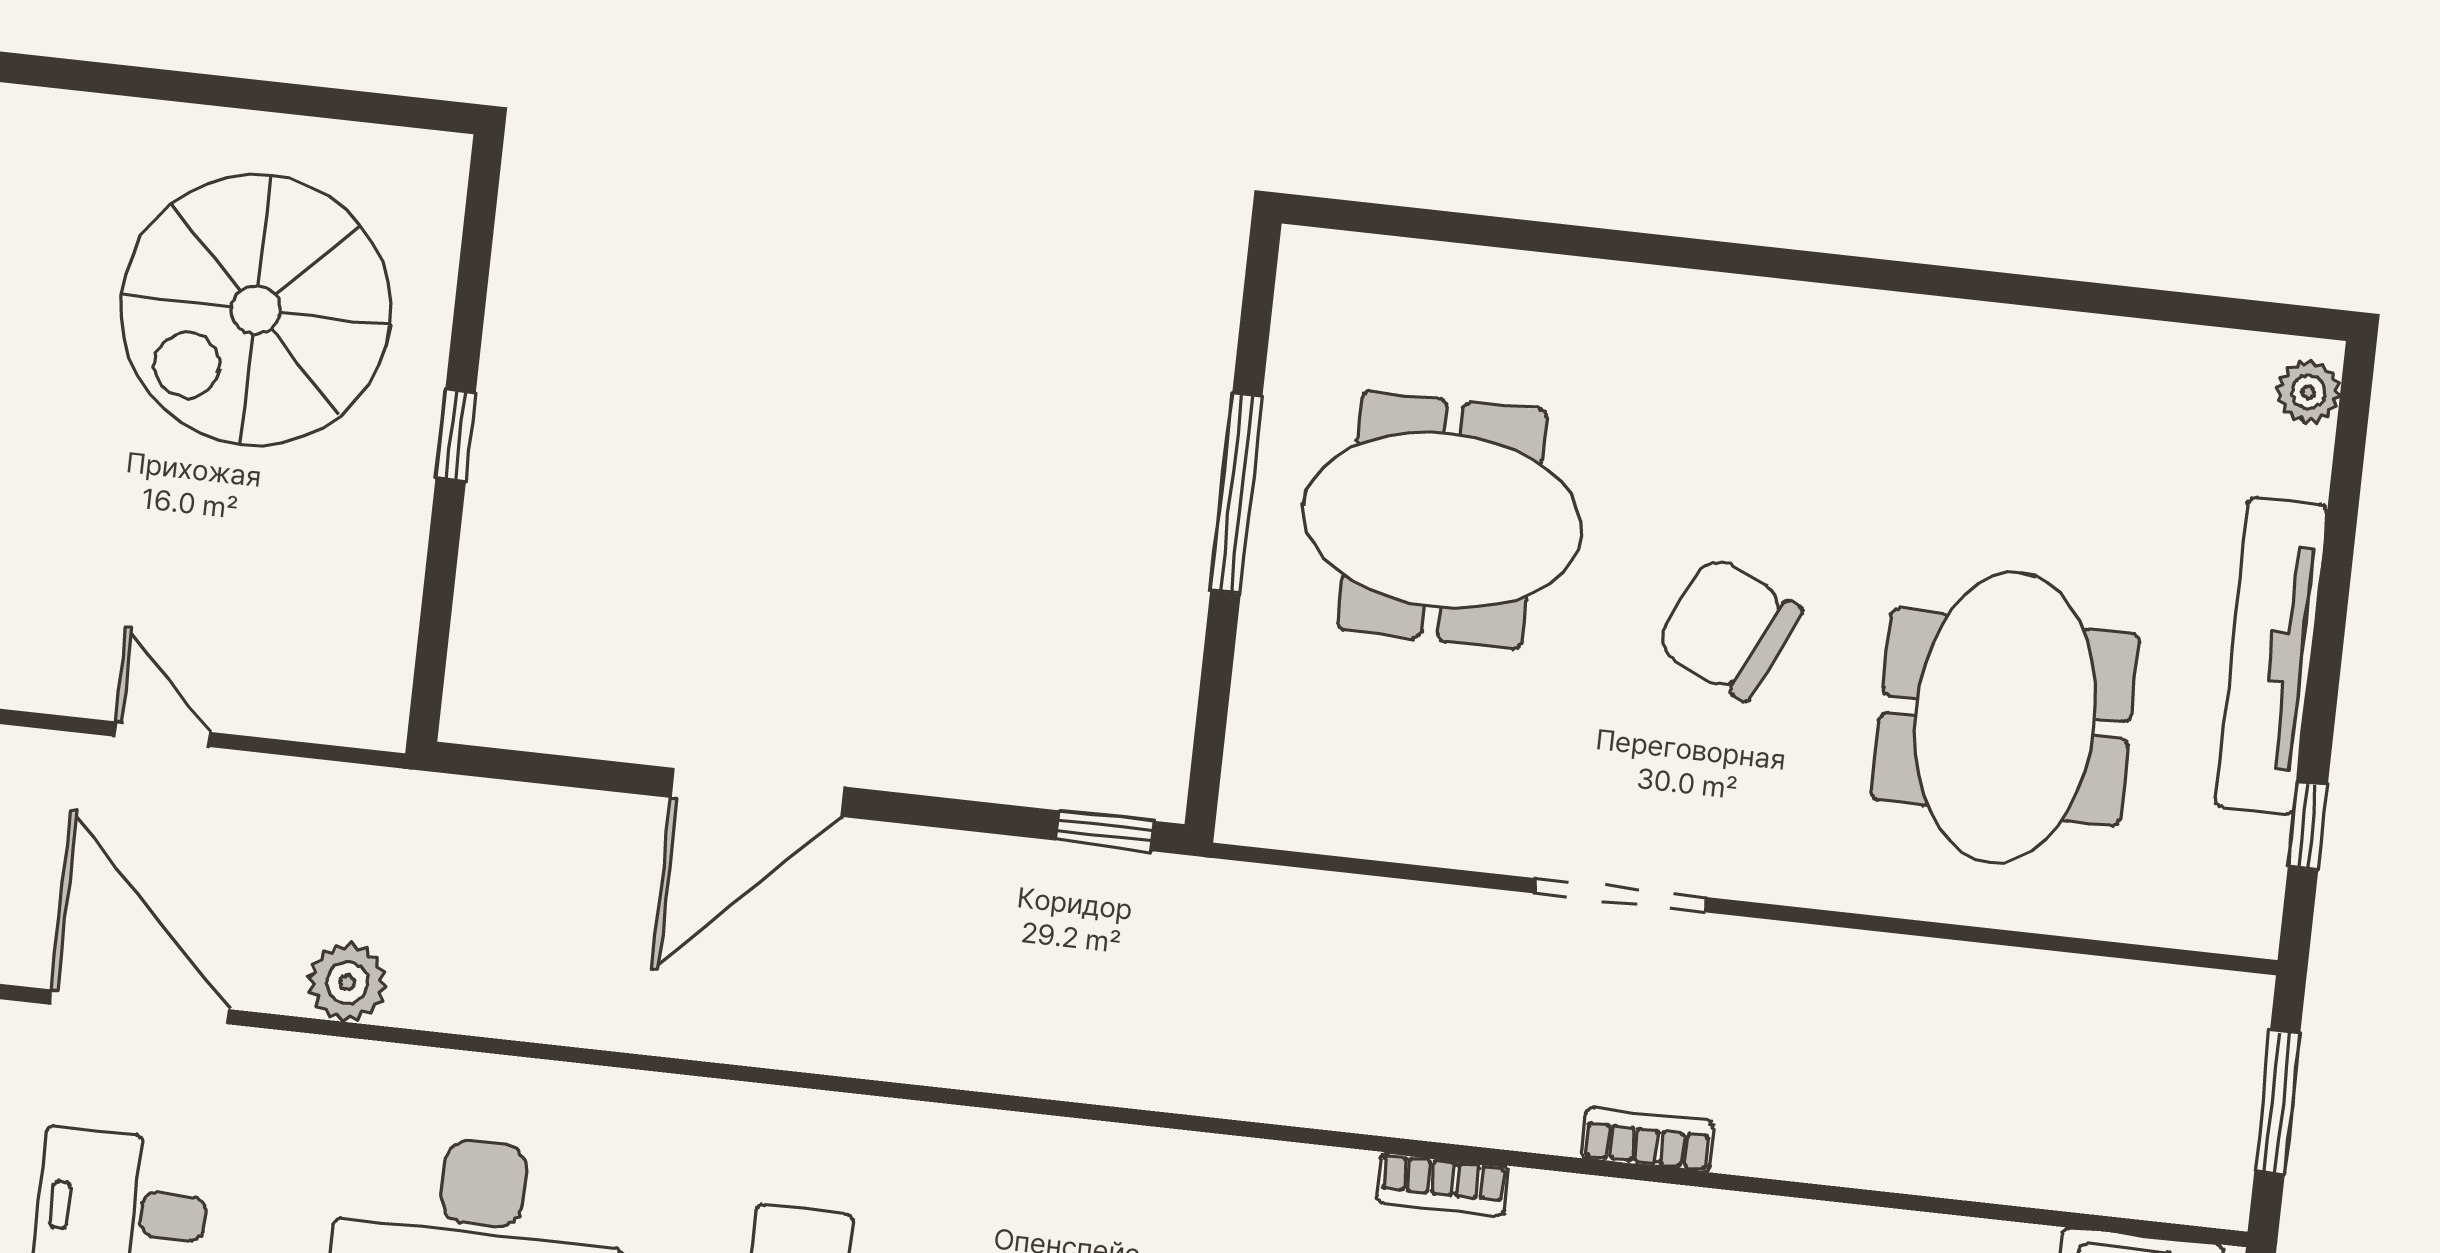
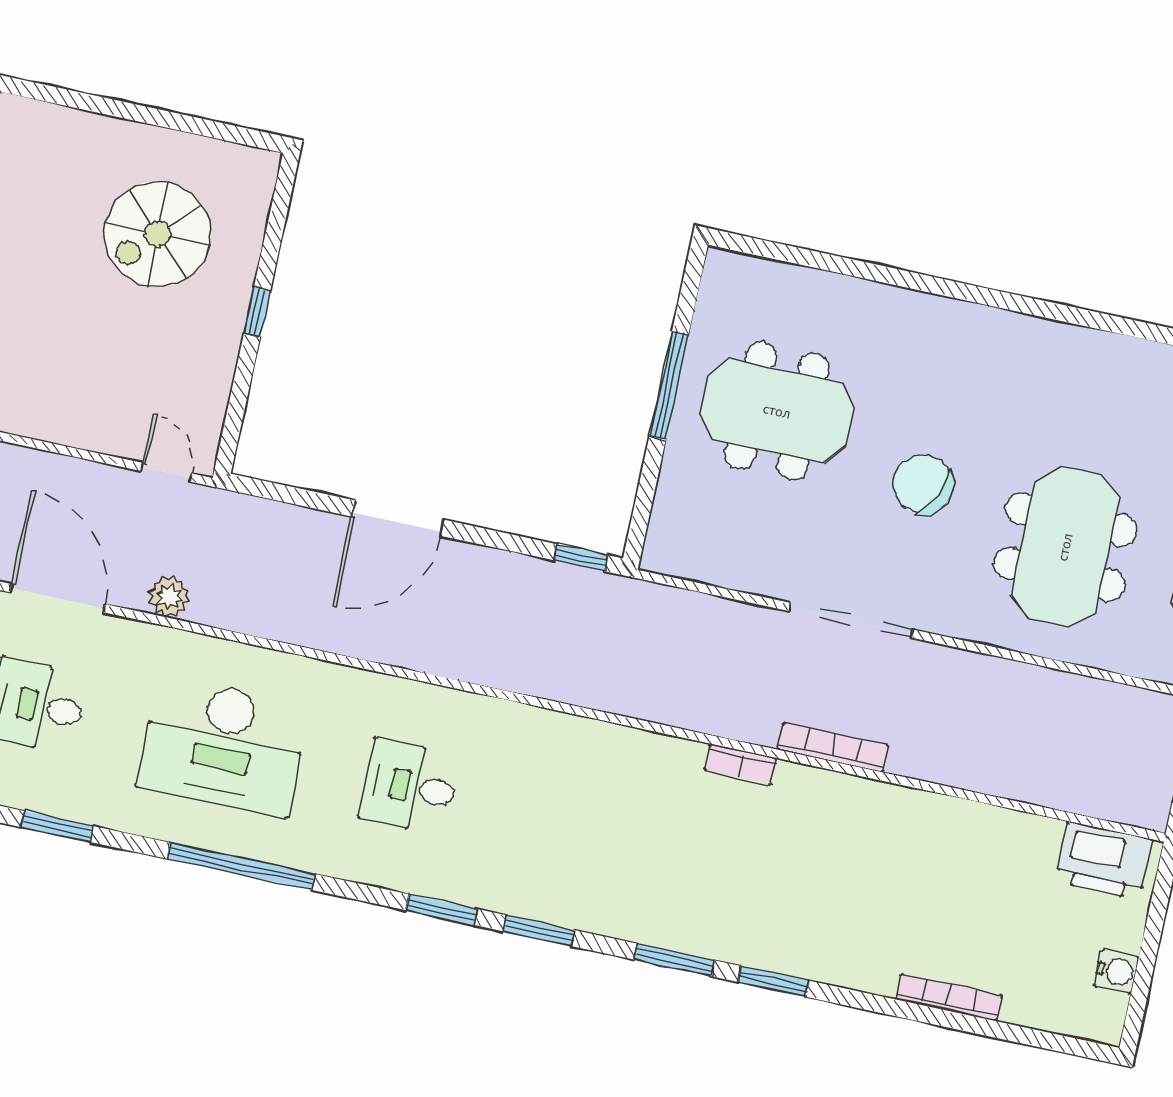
spiral stairs: (256, 310) -> (158, 234), width x0.73, depth x0.73
door: (162, 734) -> (166, 472), moved
doorway: (1620, 895) -> (851, 620), width x1.36
bookcase: (1648, 1140) -> (833, 748), width x1.56

